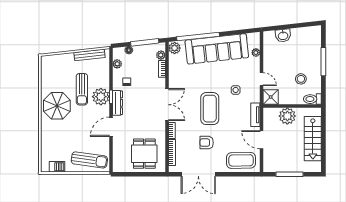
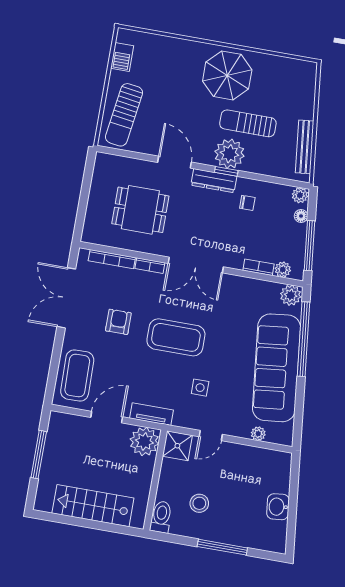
washbasin: (283, 36) -> (278, 507), moved
plant: (117, 64) -> (300, 195), moved
plant: (287, 116) -> (144, 441), moved
dining table: (144, 154) -> (140, 210), moved

